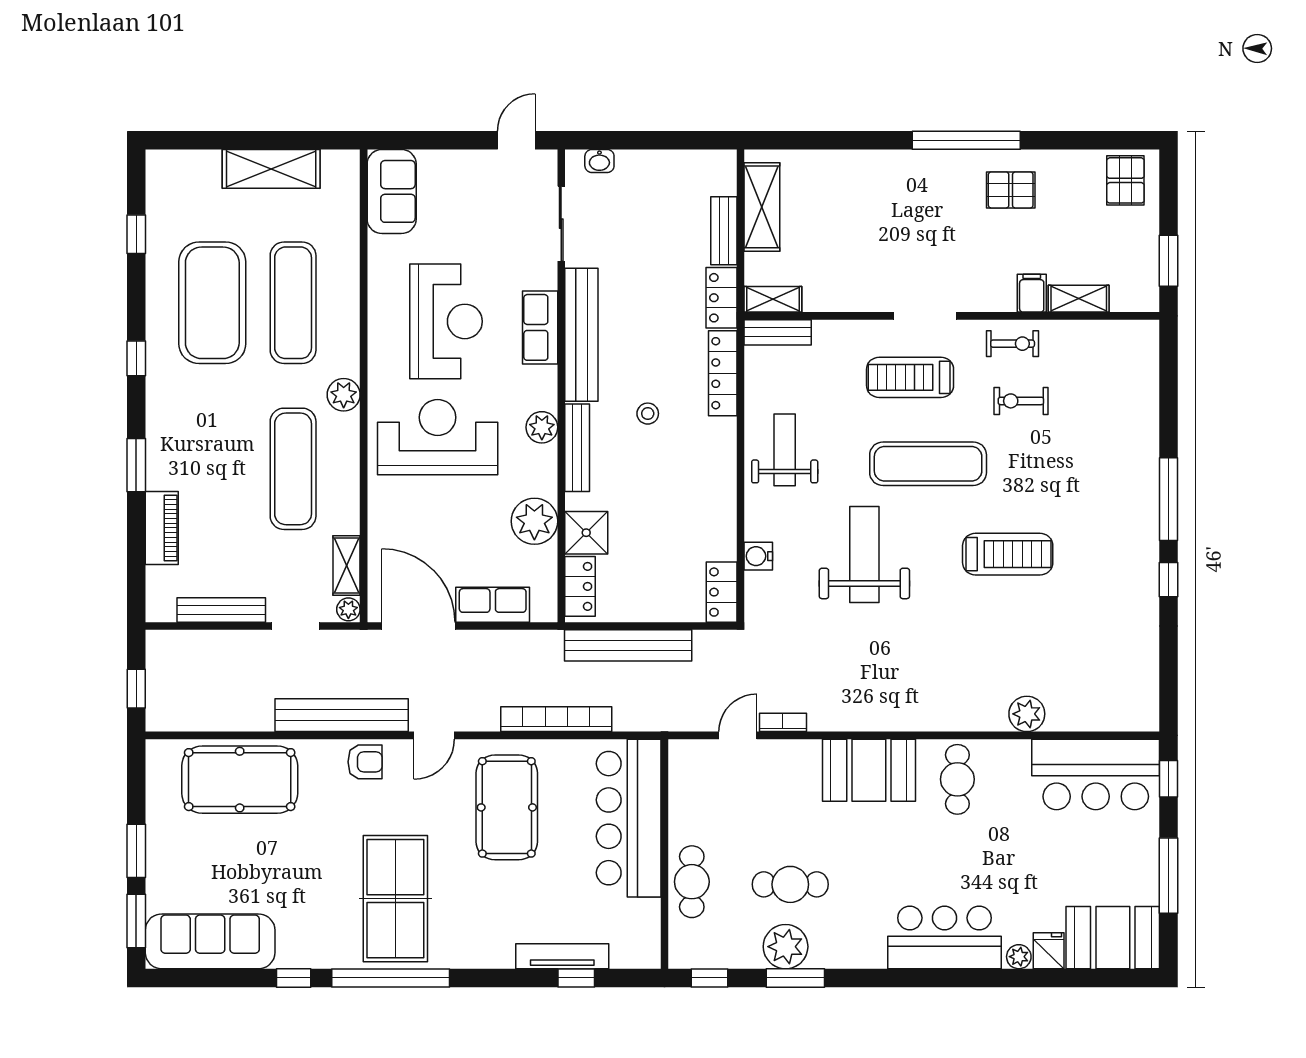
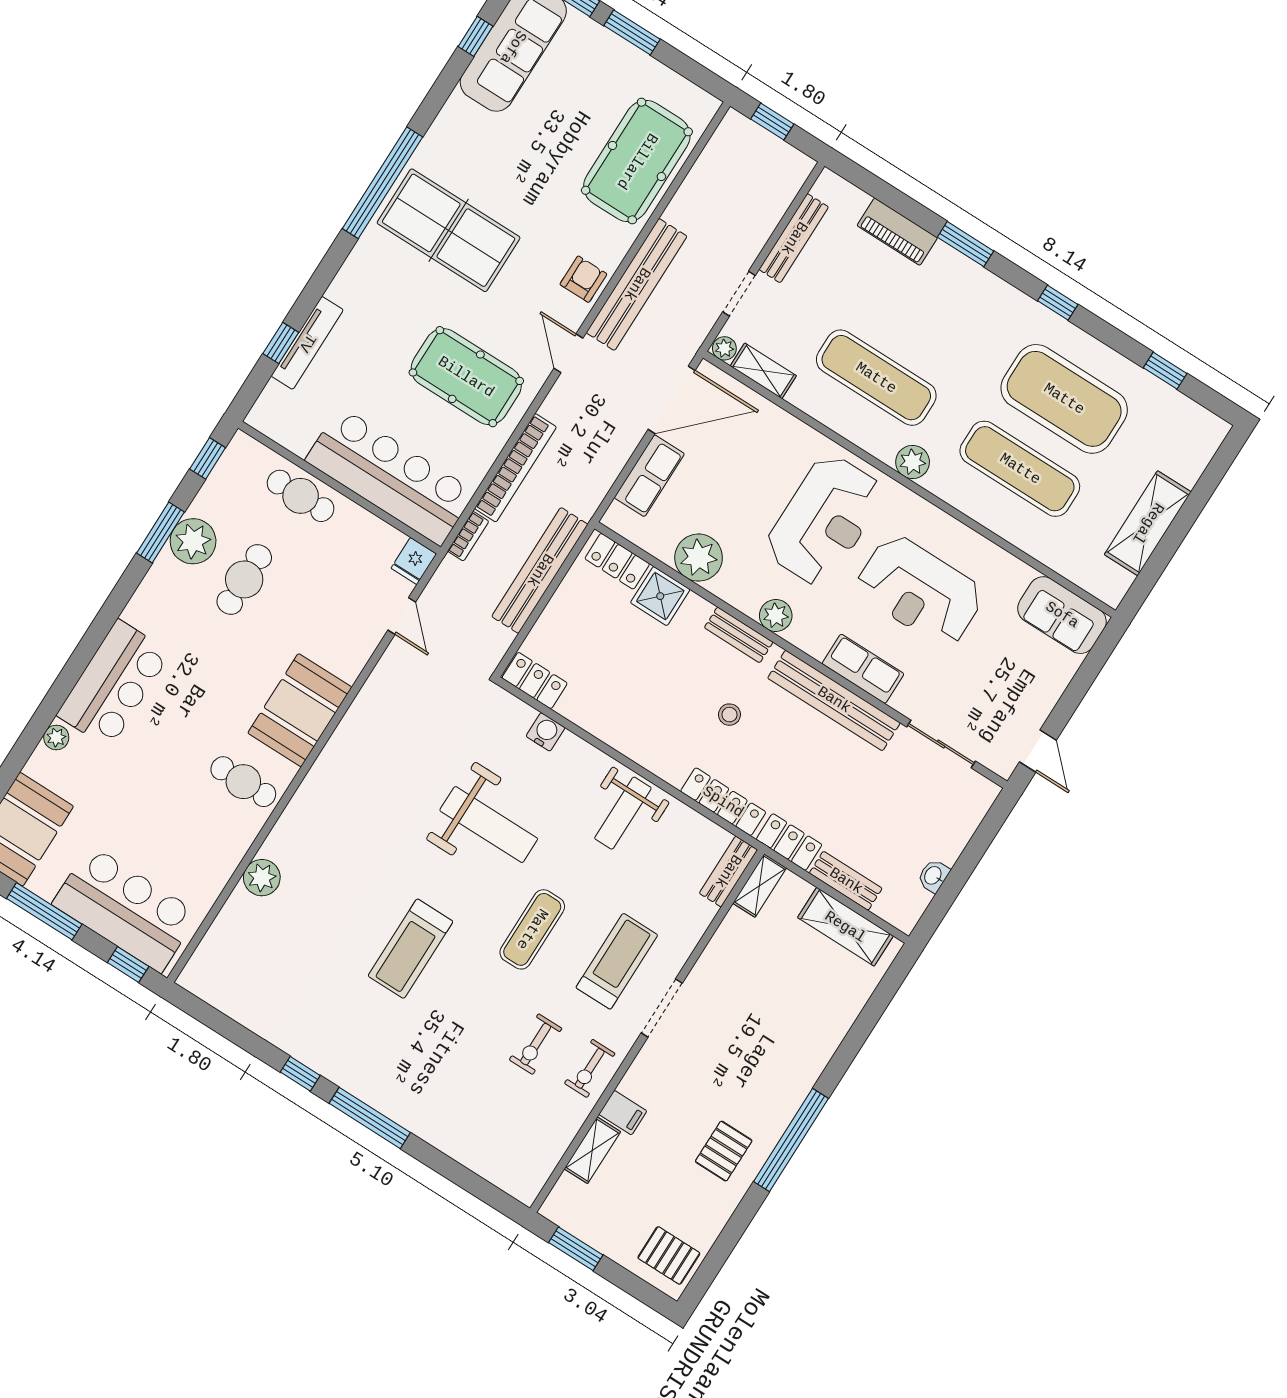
washbasin: (599, 161) -> (933, 876), moved
exercise bike: (1021, 401) -> (536, 1044), turned 180
bench: (577, 448) -> (739, 635), width x0.73
weight bench: (785, 450) -> (623, 813), turned 90
exercise mat: (928, 464) -> (532, 929), width x0.73, depth x0.69
bookcase: (783, 722) -> (468, 536), moved
armchair: (365, 762) -> (583, 279), turned 180
bar counter: (1096, 774) -> (125, 909), moved, turned 90
fridge: (1049, 951) -> (414, 561), moved, turned 90
window: (294, 978) -> (475, 36), moved

